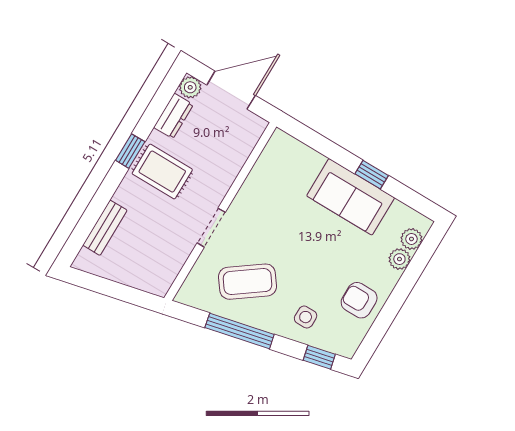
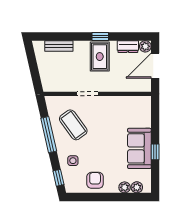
door: (231, 90) -> (155, 66), swing flipped

